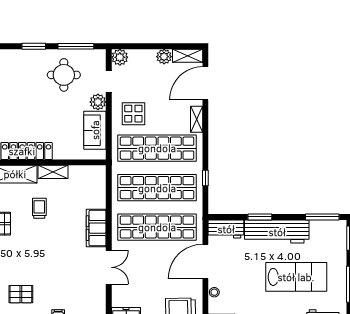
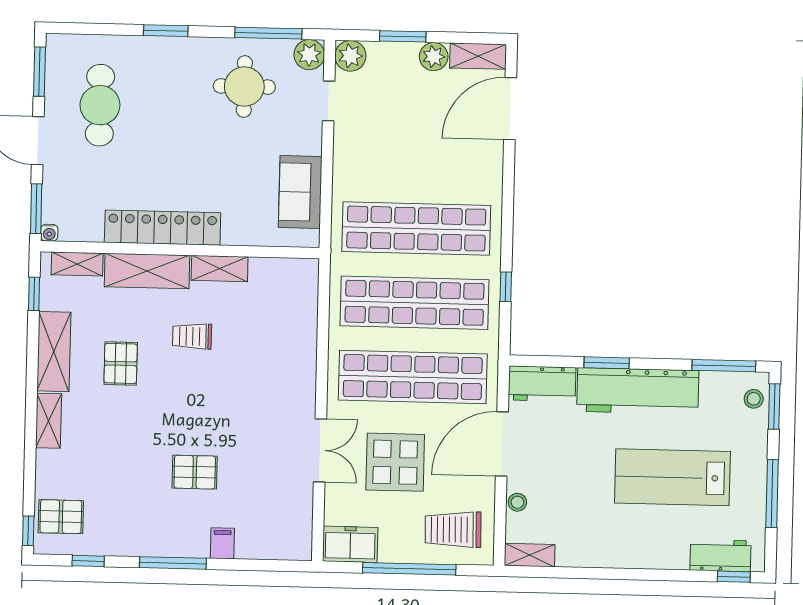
window: (34, 46) -> (166, 31), moved
window: (147, 46) -> (403, 36), added
plant: (98, 102) -> (309, 55), moved
display table: (133, 114) -> (395, 462), moved, width x1.36, depth x1.36
shelving: (197, 119) -> (492, 176), removed
trolley: (39, 208) -> (192, 336), turned -90
filing cabinet: (96, 228) -> (298, 376), removed
stool: (338, 234) -> (754, 399), added
lab bench: (296, 277) -> (672, 477), turned 180
pallet: (21, 294) -> (195, 472), moved

